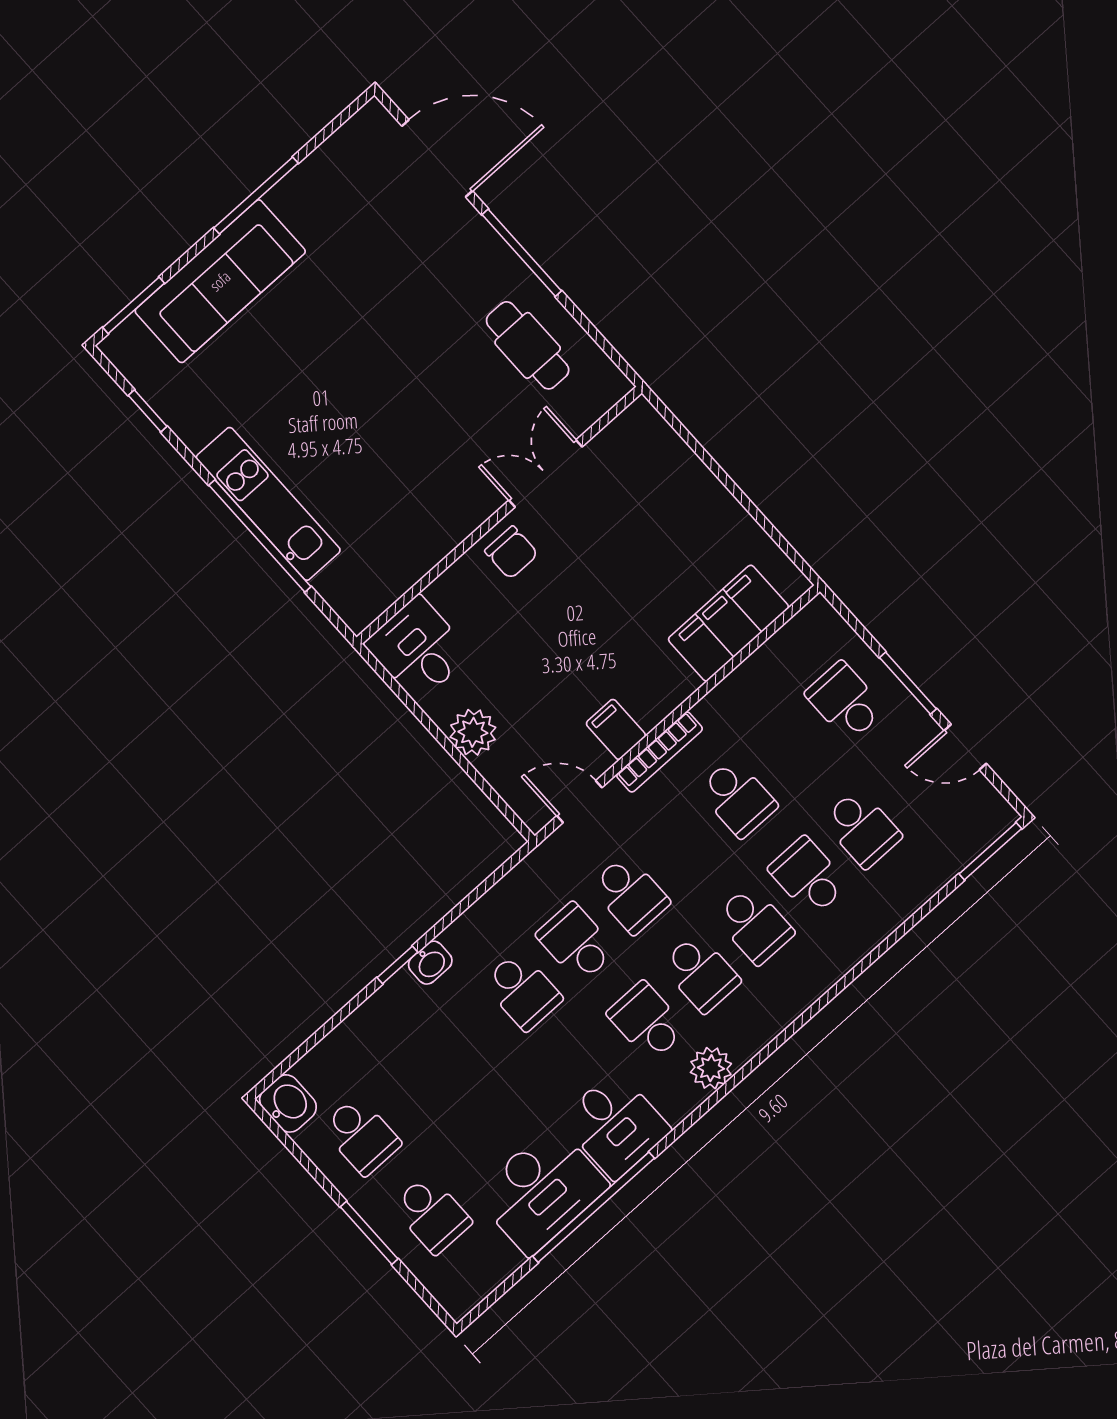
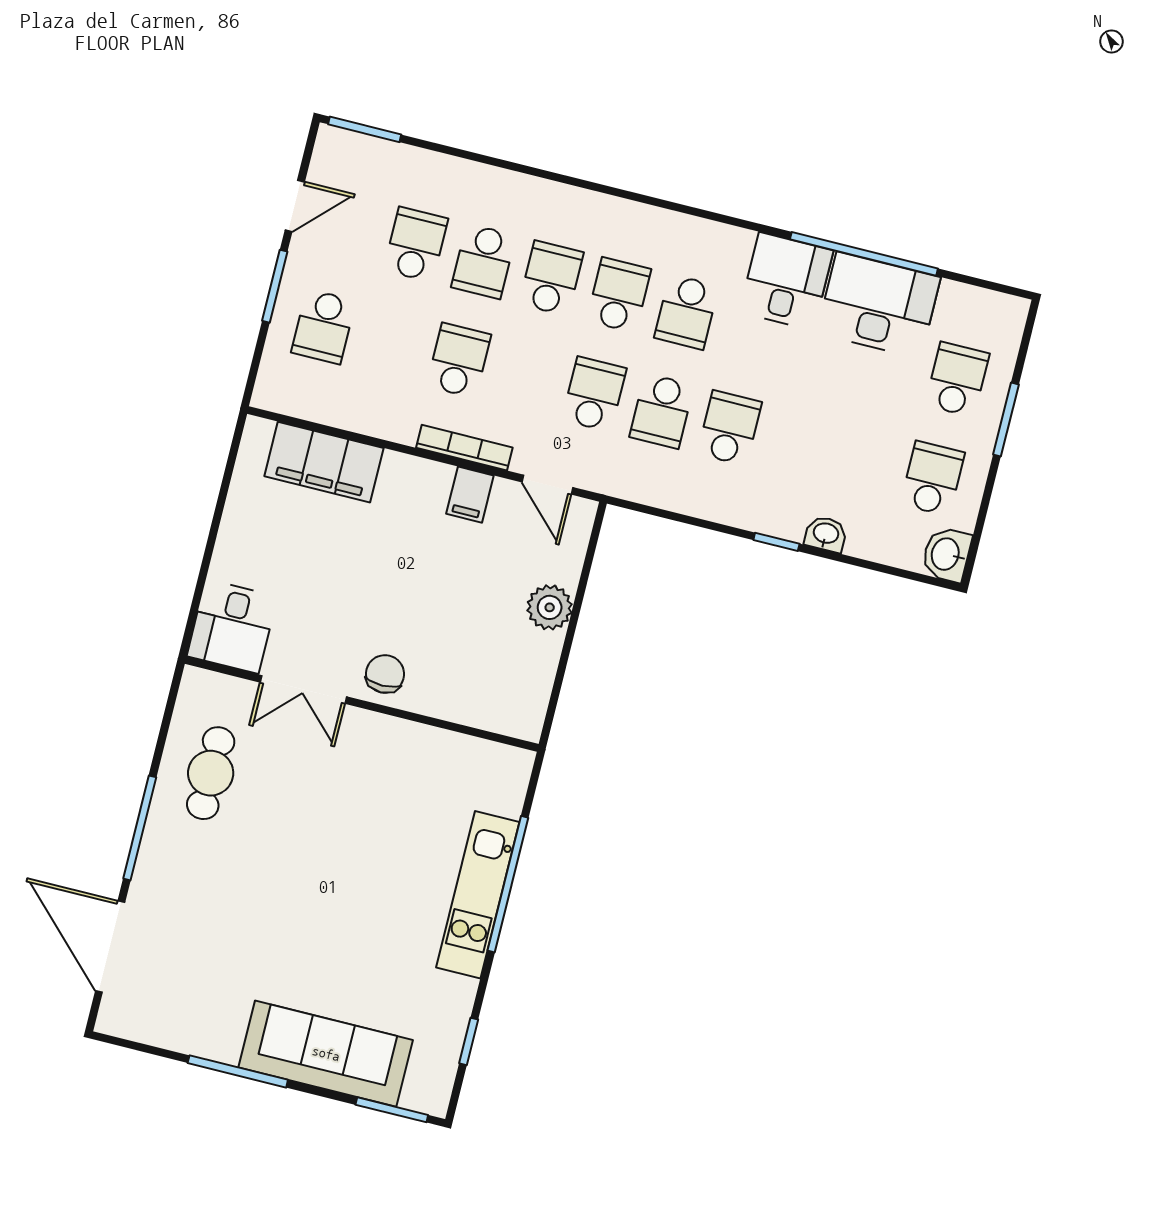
desk: (418, 649) -> (232, 626), moved
door: (965, 747) -> (295, 206), hinge flipped
washbasin: (430, 963) -> (826, 534), moved
plant: (711, 1068) -> (689, 235), removed

